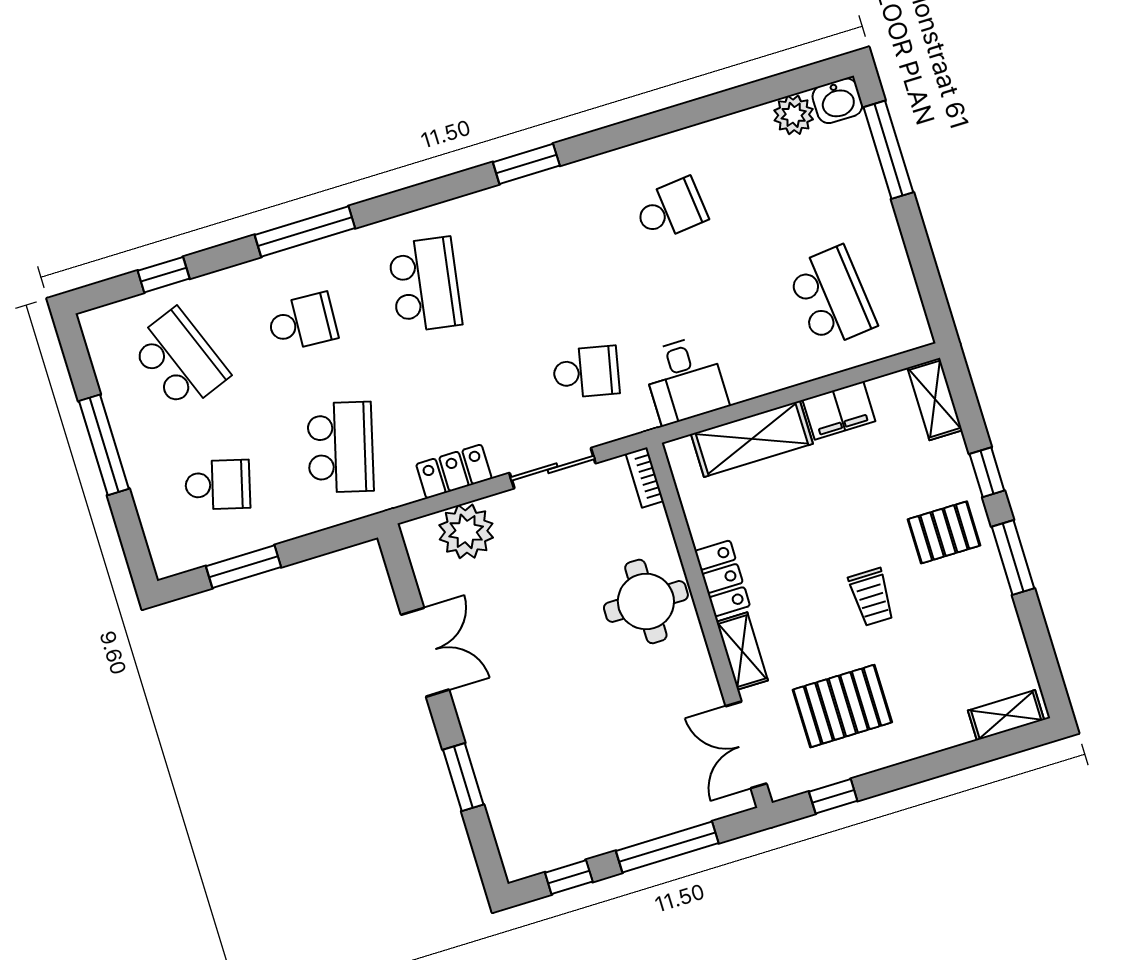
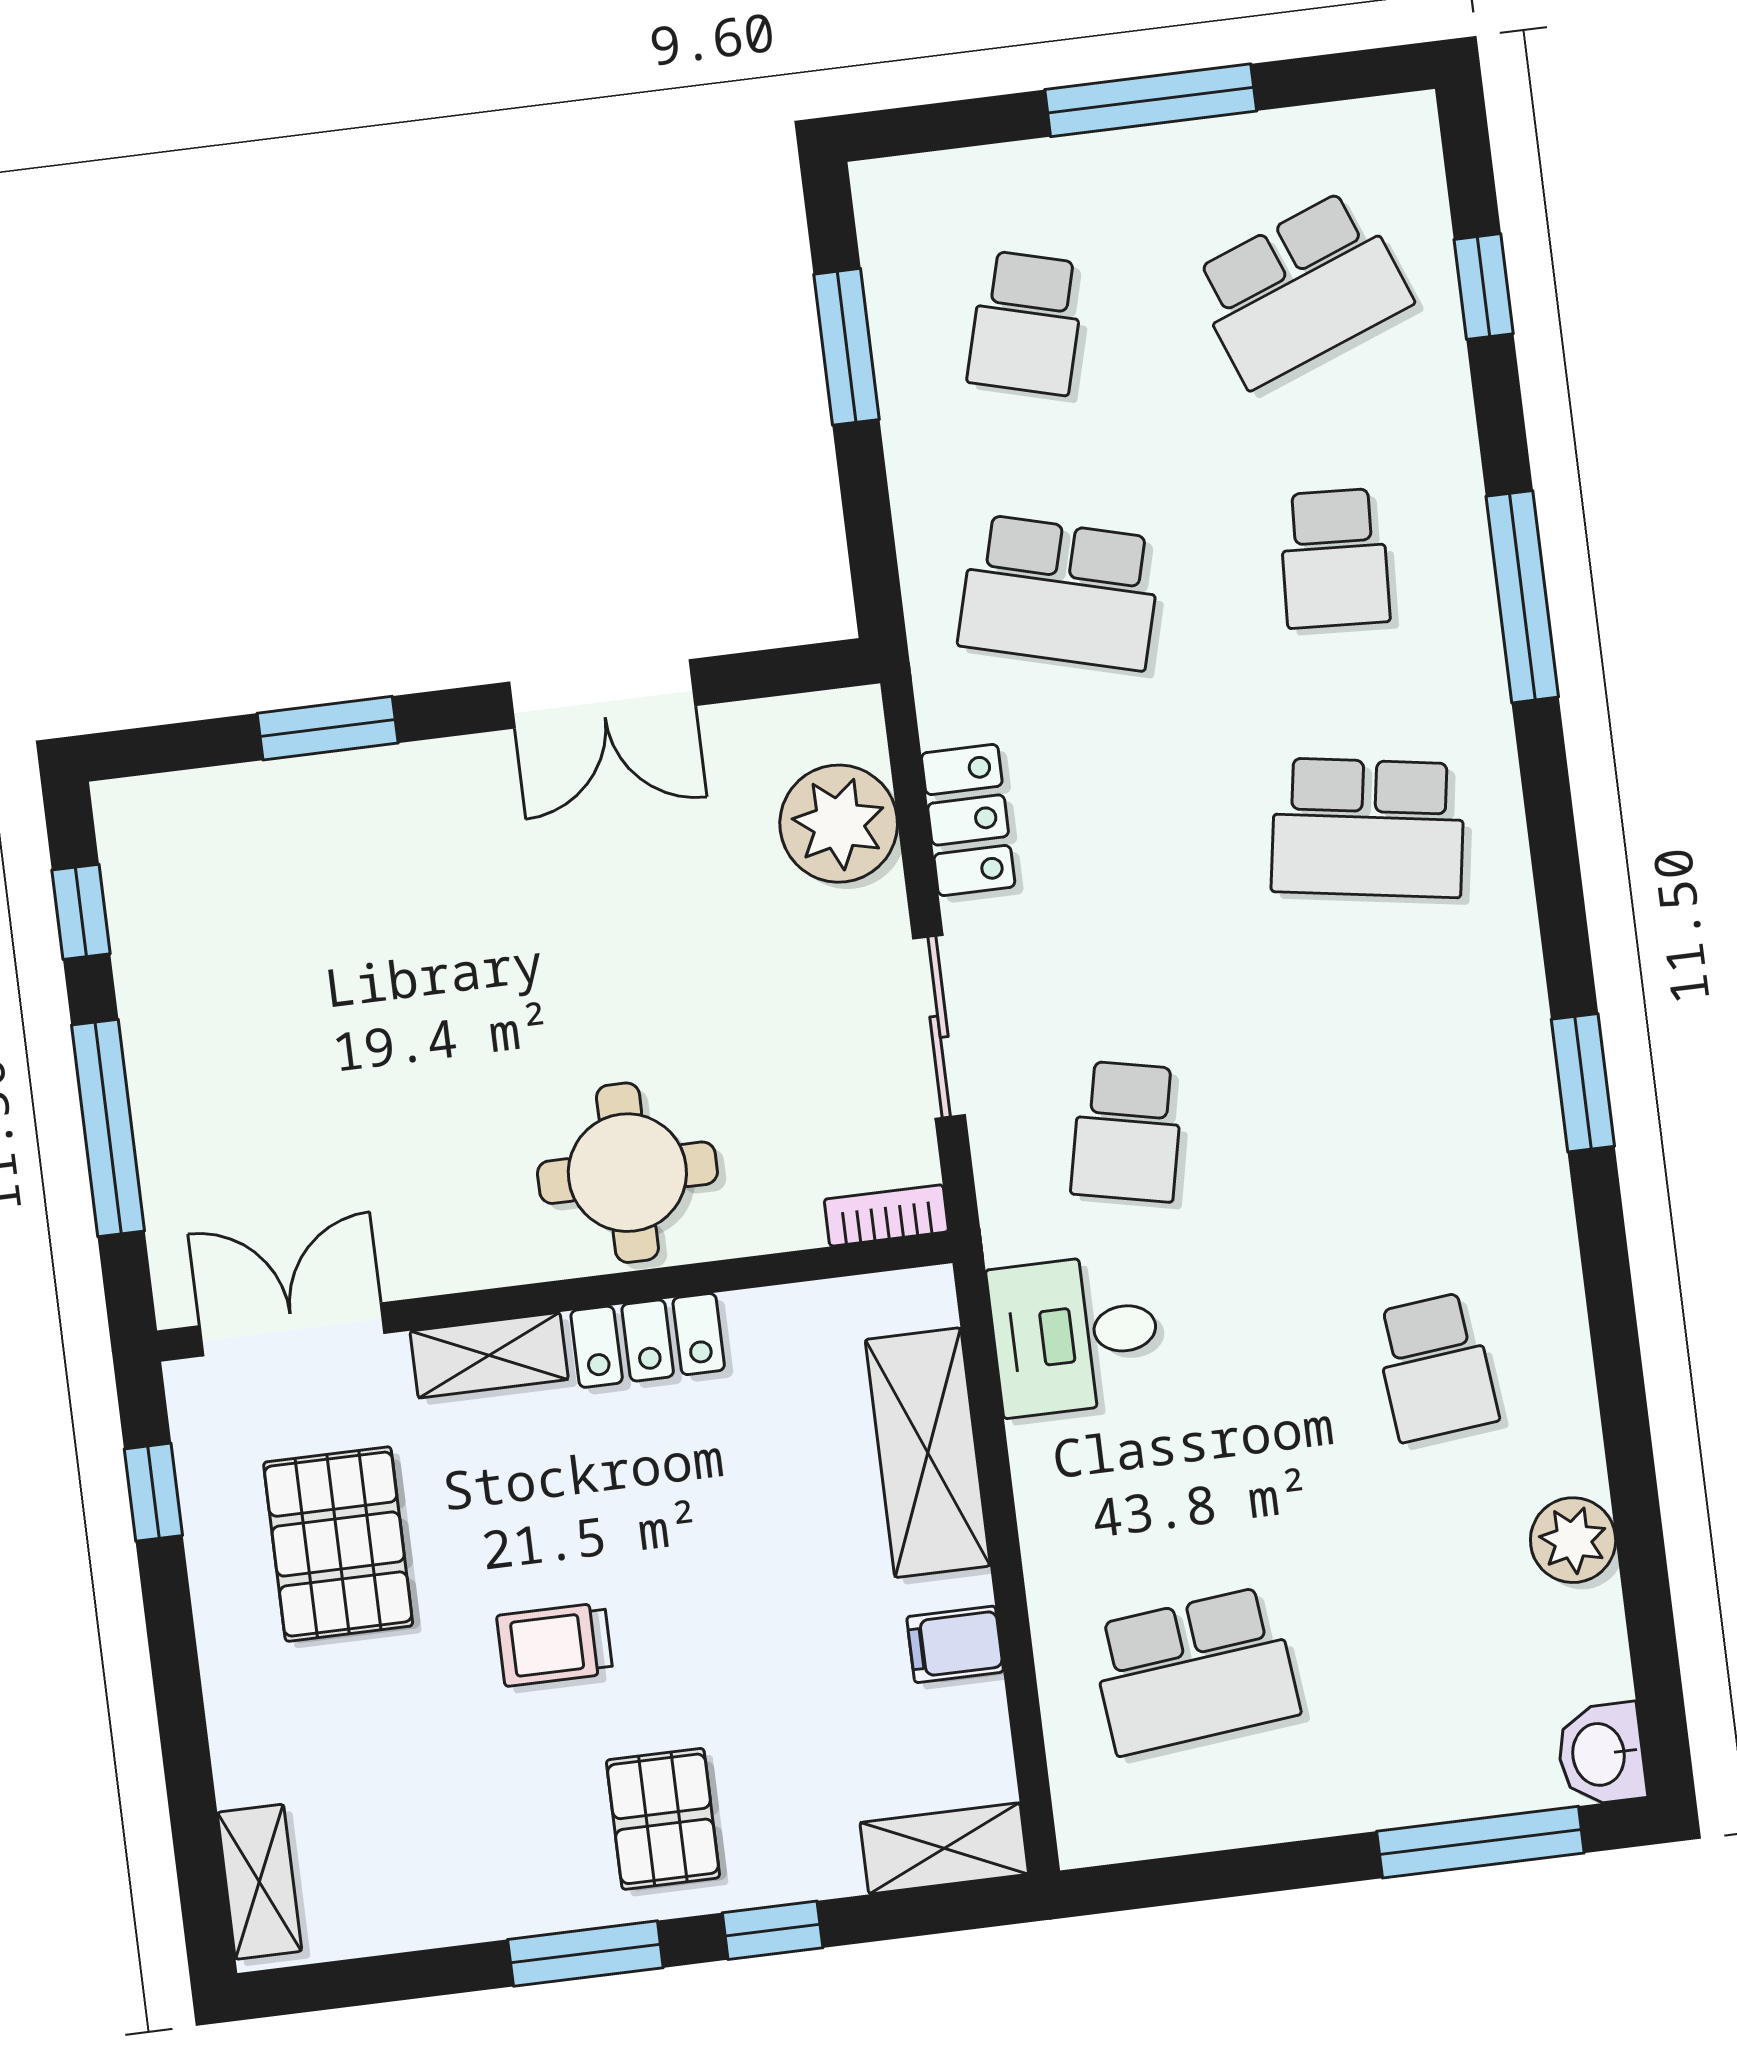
plant: (794, 115) -> (1573, 1540), moved
filing cabinet: (839, 411) -> (955, 1644), width x0.50

